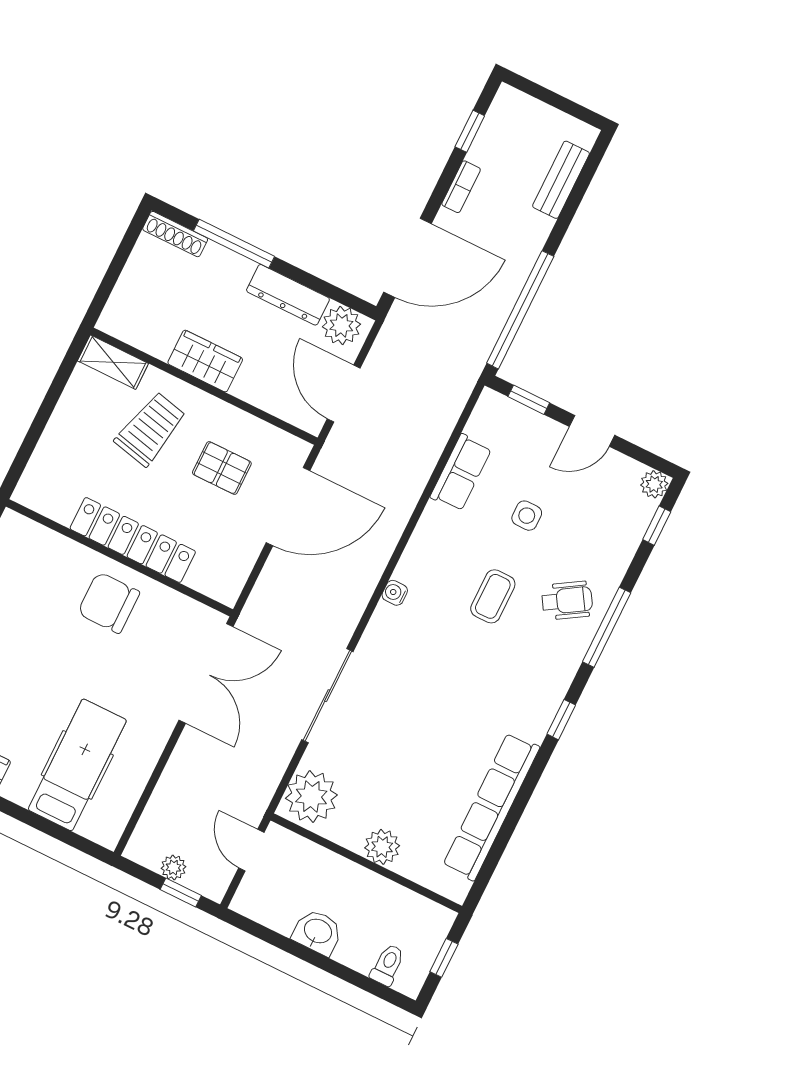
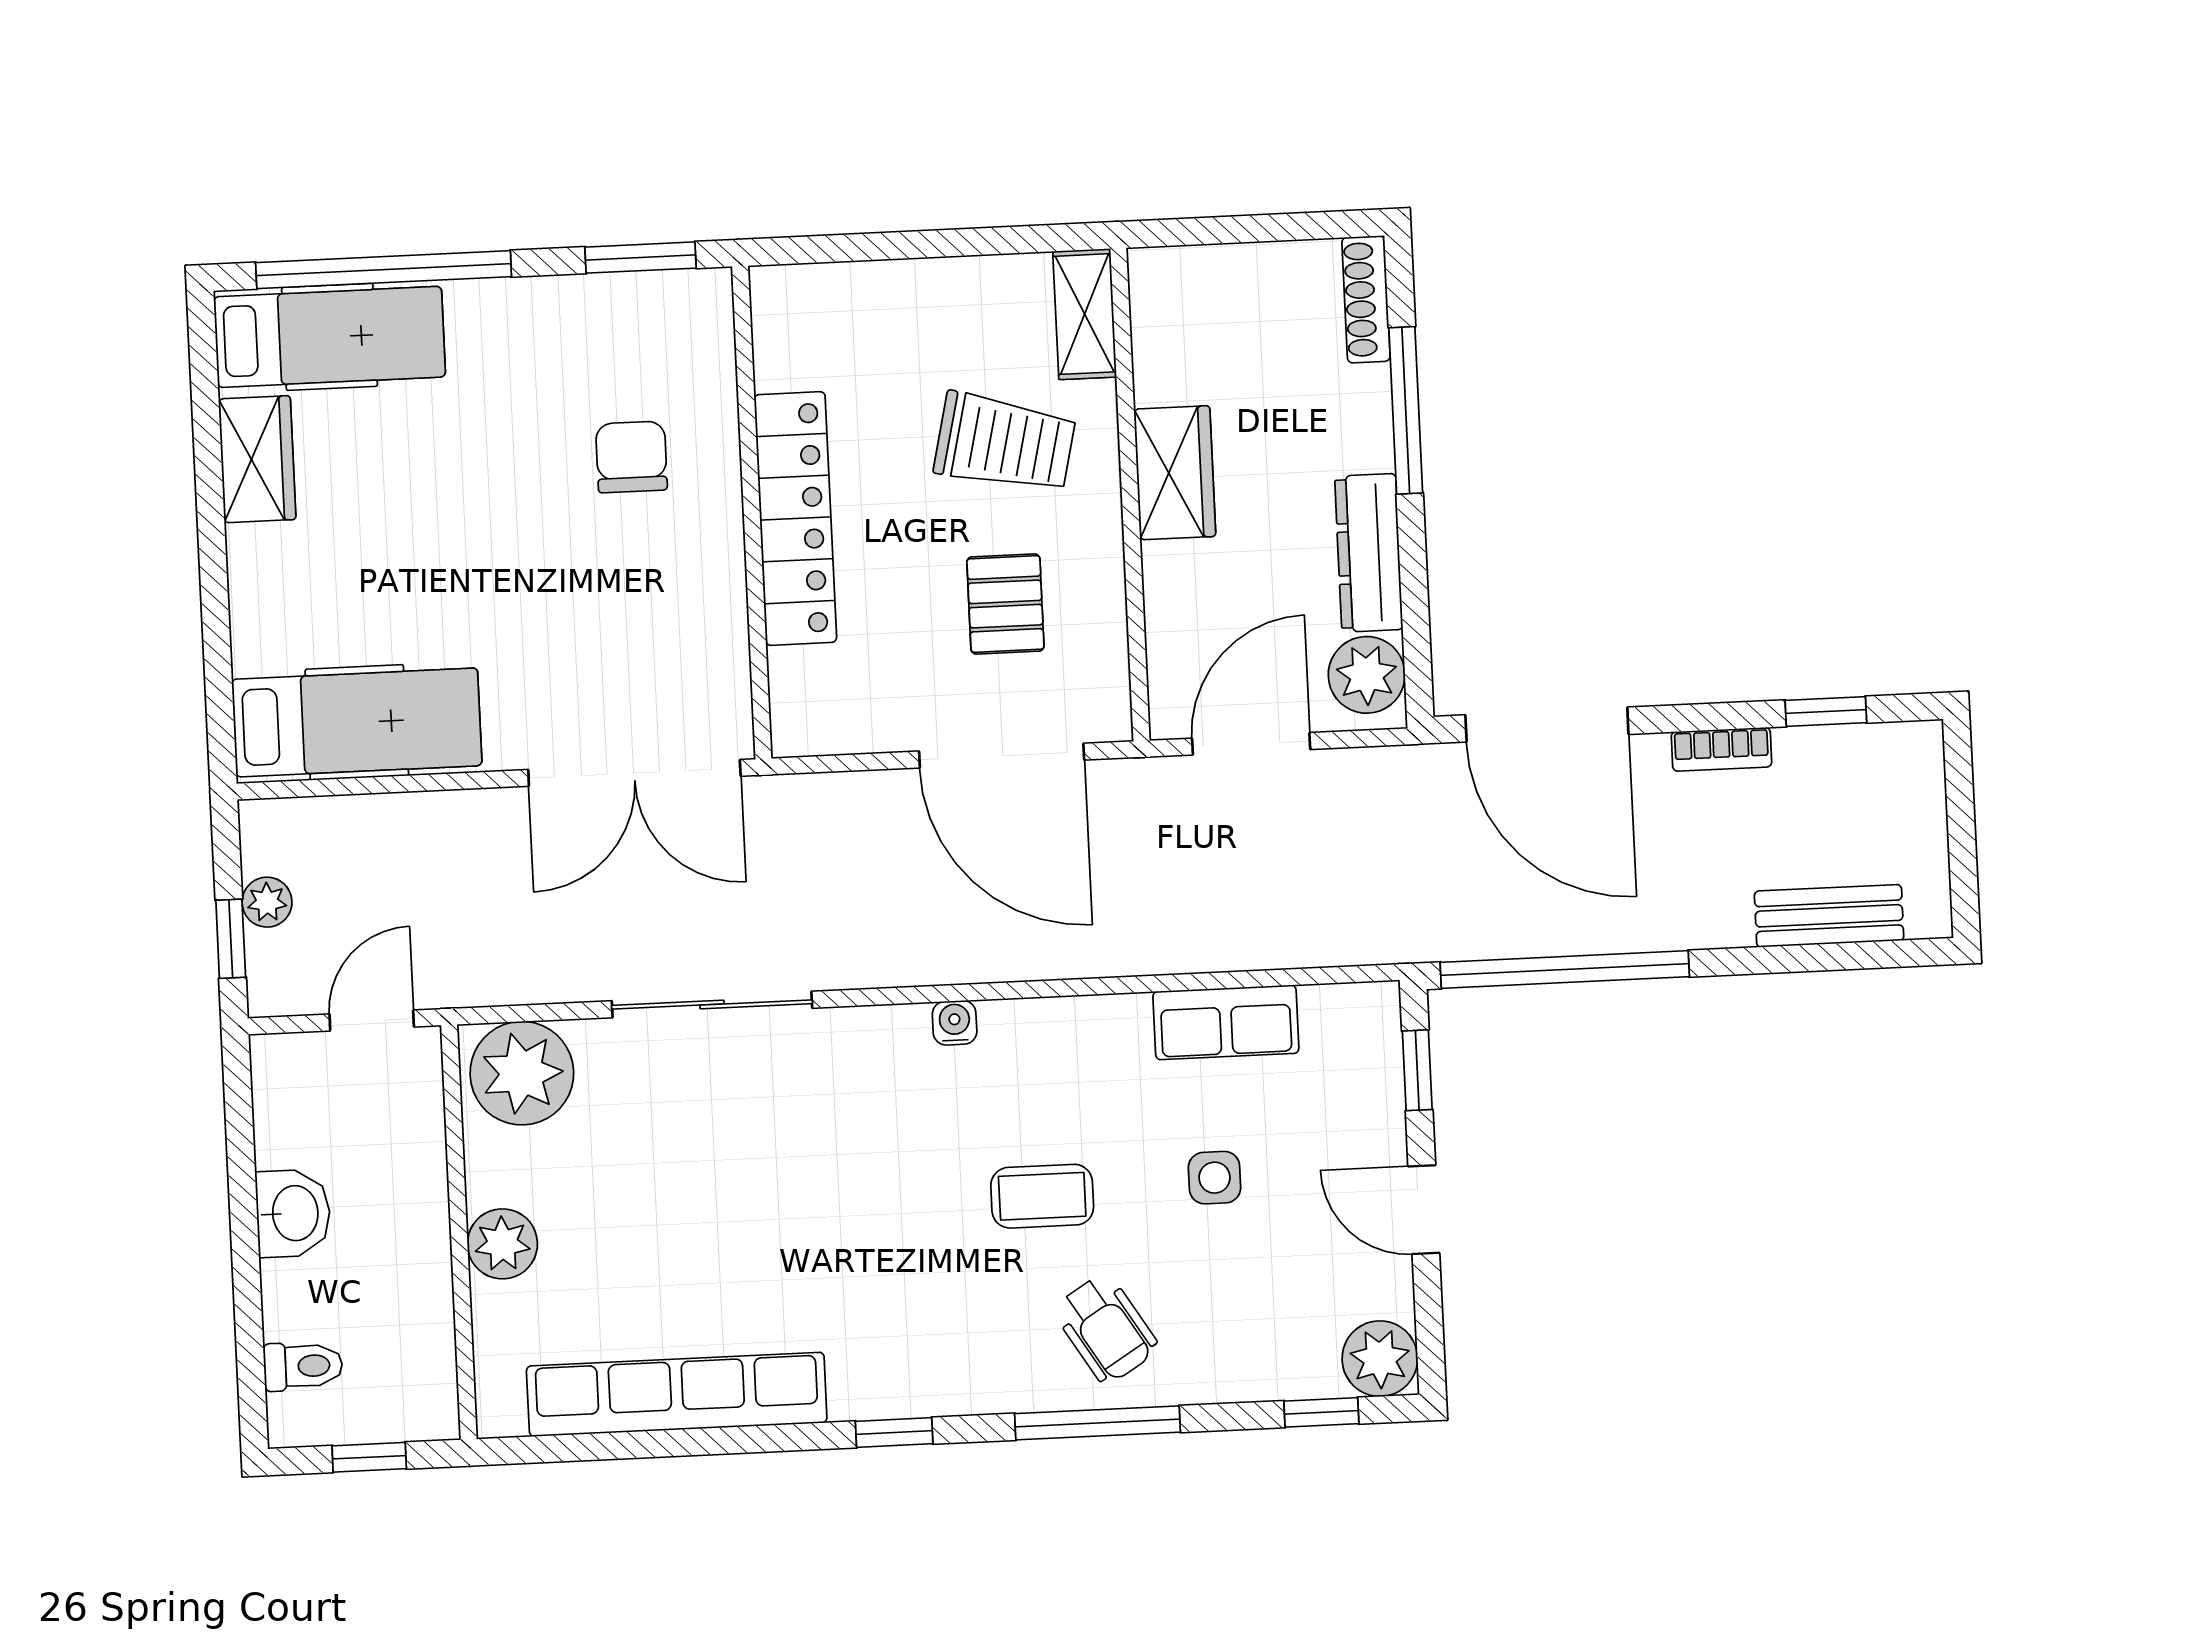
plant: (654, 484) -> (1380, 1359), width x1.38, depth x1.38
chair: (109, 603) -> (631, 457), moved, width x0.73, depth x0.73
hospital bed: (77, 765) -> (357, 722), moved

